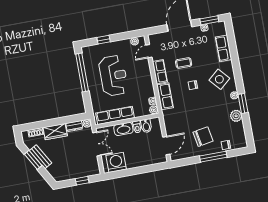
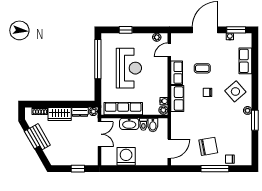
plant: (236, 116) -> (246, 131), removed
washing machine: (116, 162) -> (126, 156), moved

